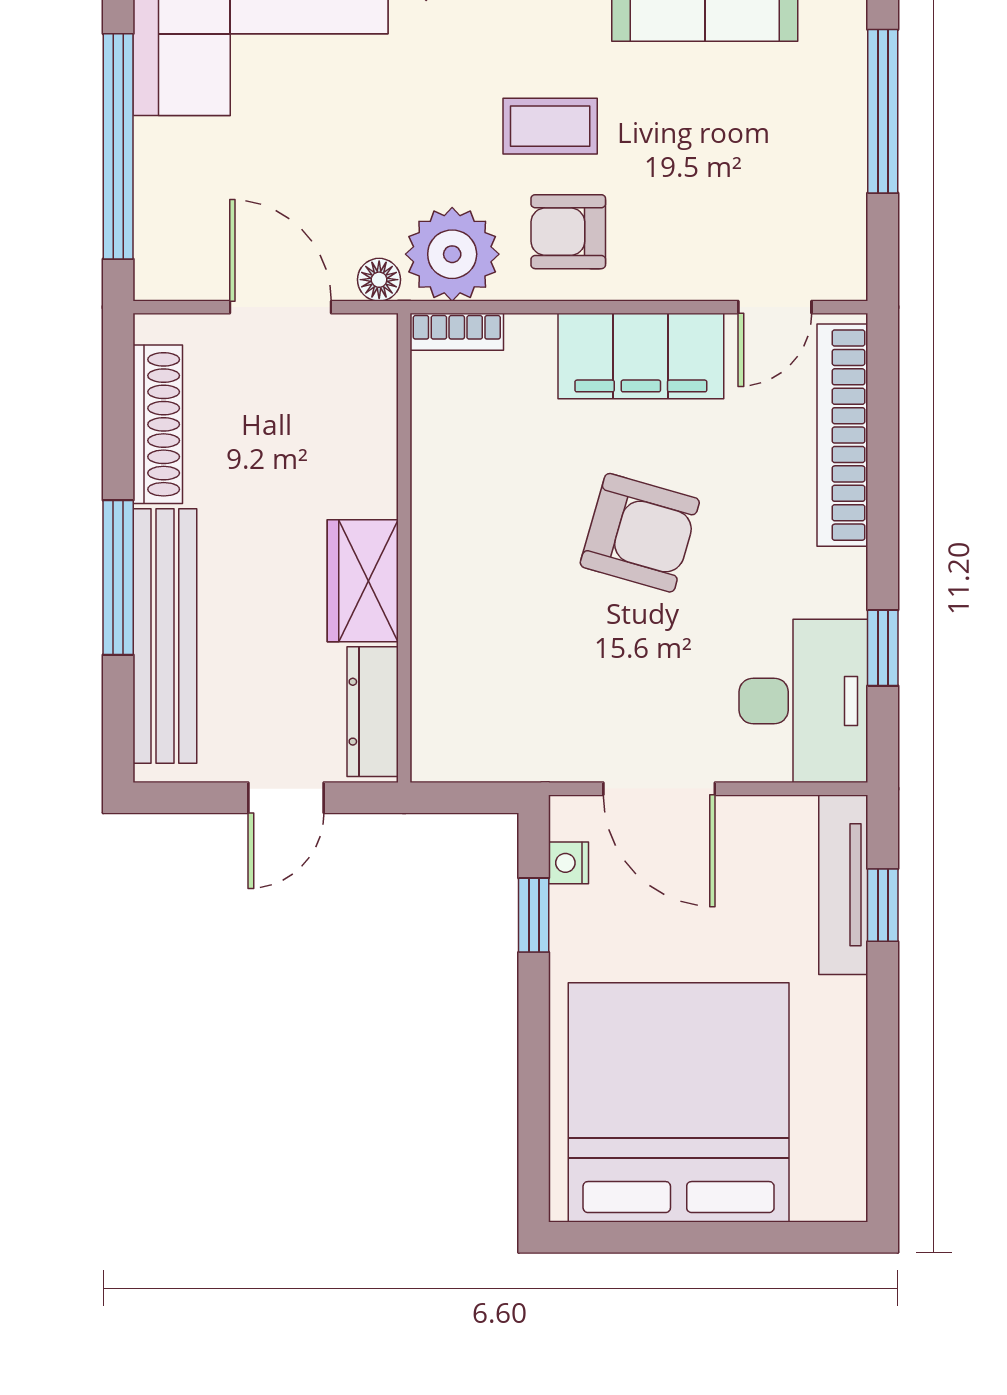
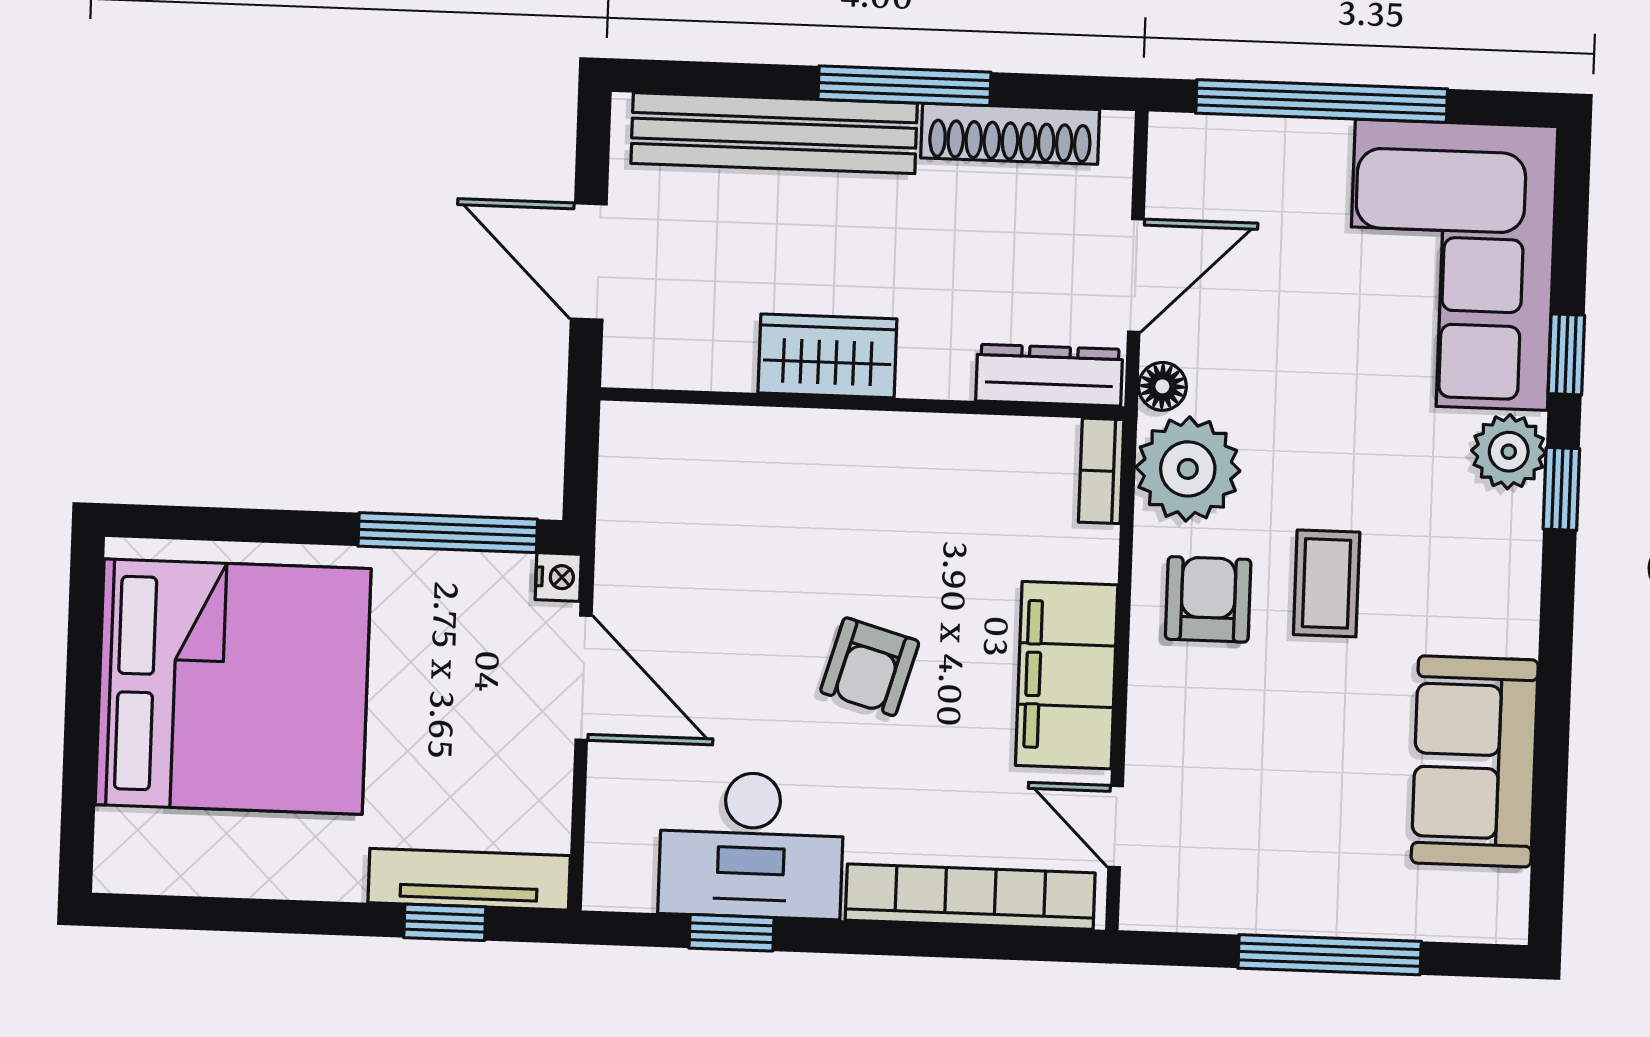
armchair: (640, 533) -> (870, 667), width x0.72, depth x0.72
window: (118, 577) -> (904, 86), moved
desk: (803, 701) -> (751, 845), moved
dresser: (373, 712) -> (1049, 375), moved
door: (659, 789) -> (584, 678), swing flipped
door: (286, 798) -> (589, 262), width x1.38
nightstand: (569, 863) -> (558, 577), moved, turned 90
window: (534, 915) -> (448, 533), width x2.17

